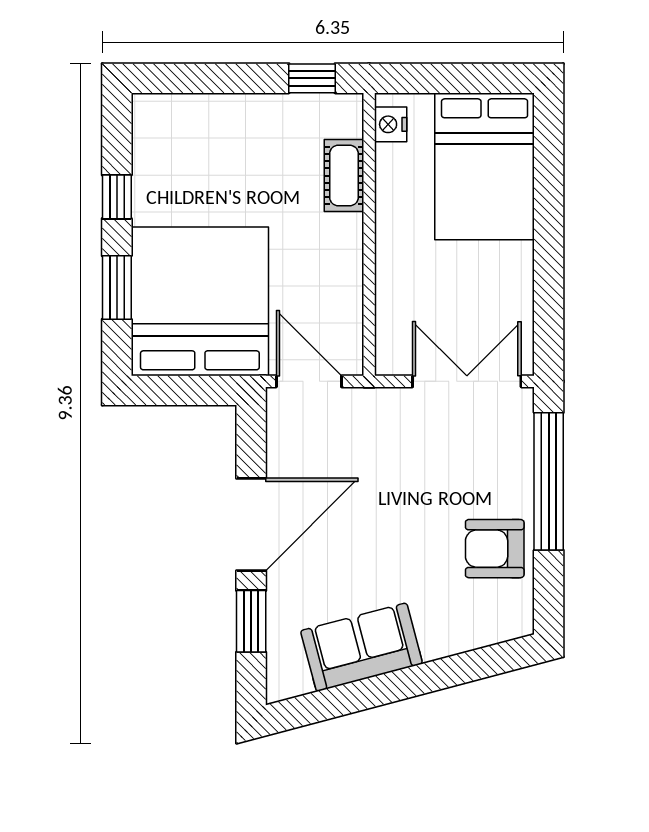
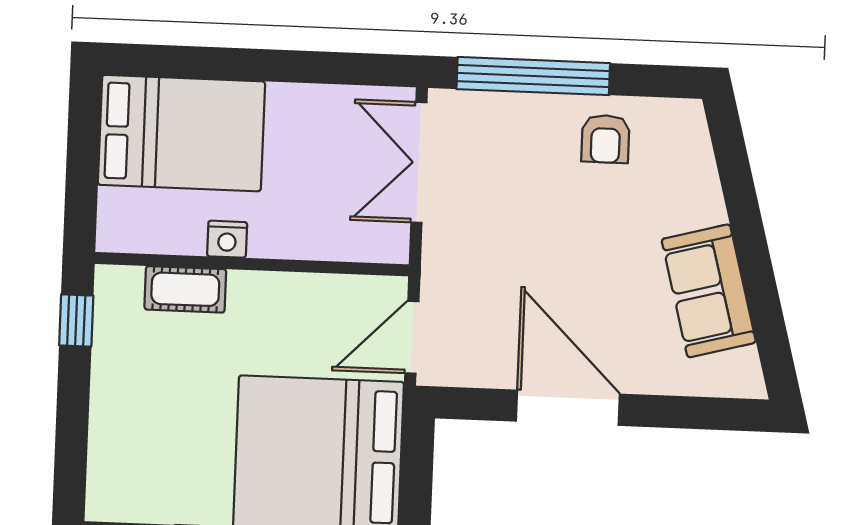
nightstand: (391, 124) -> (227, 239), moved
armchair: (495, 549) -> (605, 139), width x0.72, depth x0.72
window: (251, 621) -> (675, 412), removed

